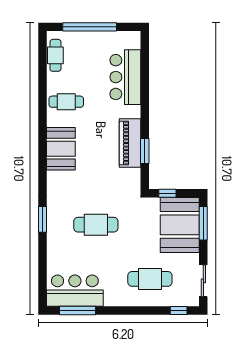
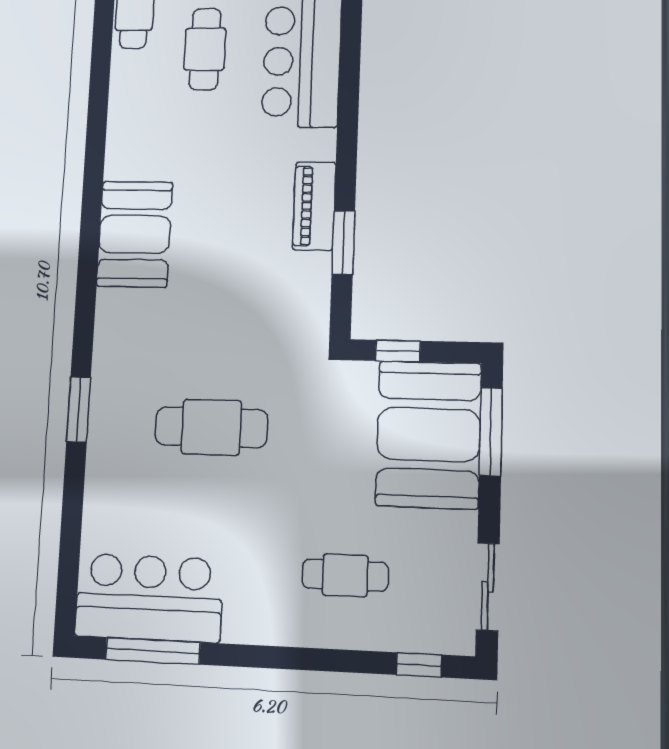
cafe table: (66, 102) -> (205, 49), moved, turned 90
piano: (130, 143) -> (314, 206), width x0.73, depth x0.75
cafe table: (150, 279) -> (345, 575), width x0.73, depth x0.74

